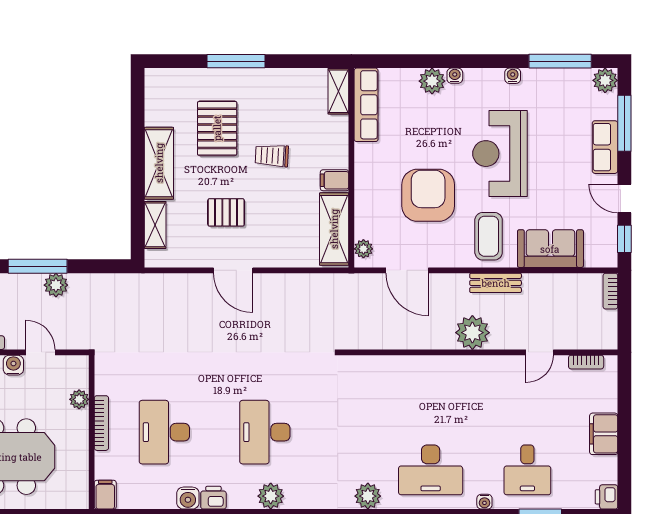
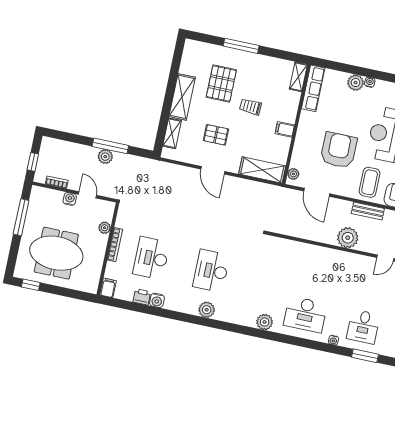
shelving: (334, 229) -> (262, 170), moved, turned 90
window: (38, 266) -> (110, 146), moved
printer: (213, 498) -> (142, 297), moved

